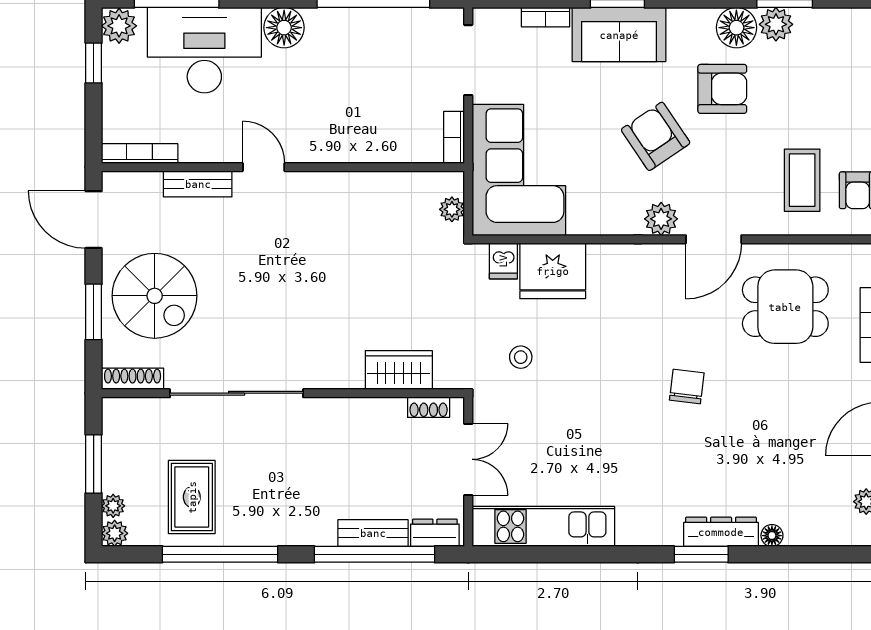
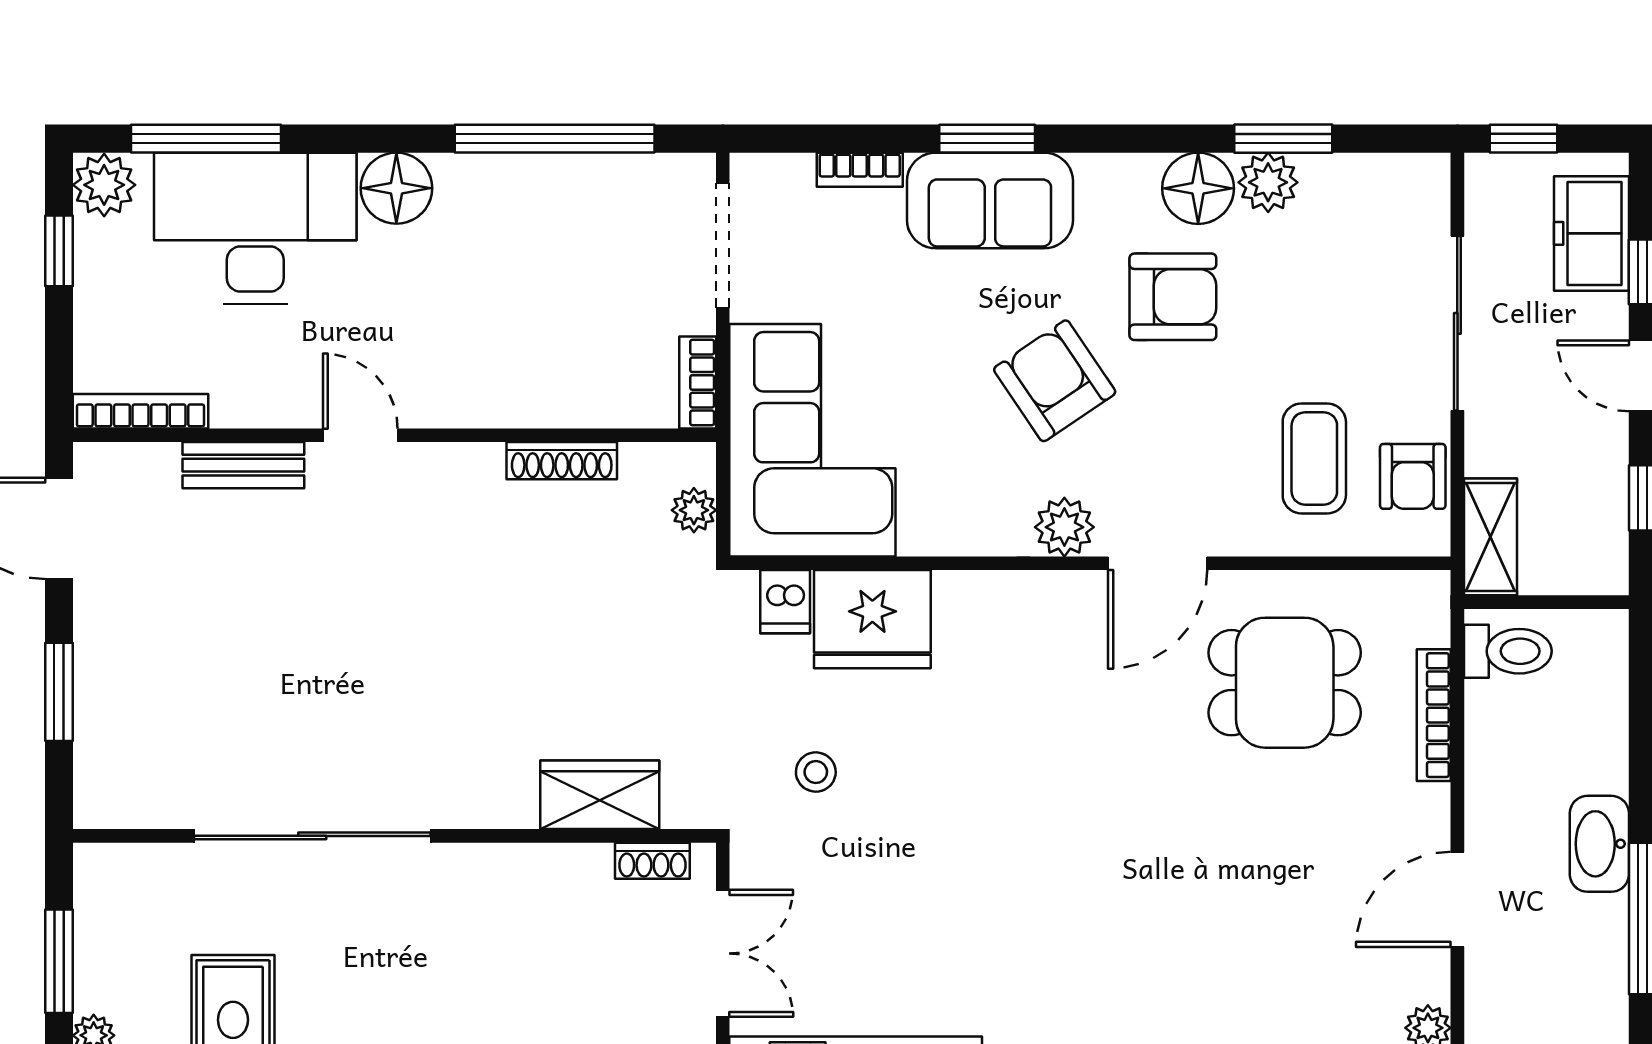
spiral stairs: (155, 296) -> (167, 663), removed
shoe rack: (133, 379) -> (562, 461), moved, turned 180
chair: (687, 387) -> (1110, 824), removed

